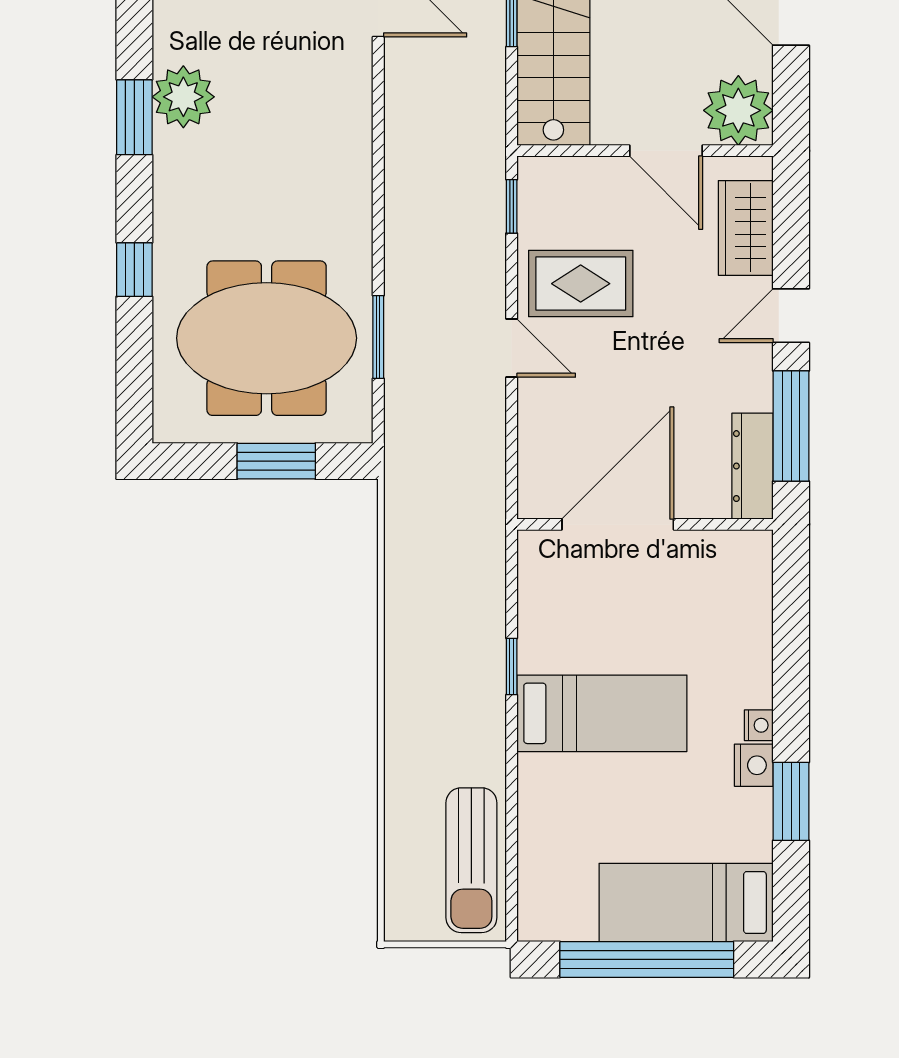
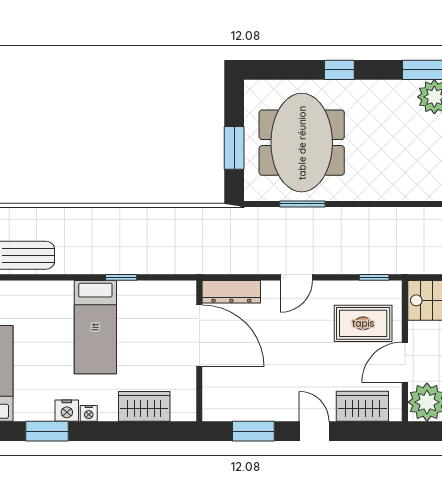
rug: (581, 284) -> (363, 323), moved, turned 90
window: (791, 426) -> (253, 431), width x0.69
dresser: (753, 466) -> (231, 292), moved, turned 180
wardrobe: (746, 624) -> (144, 406), added

